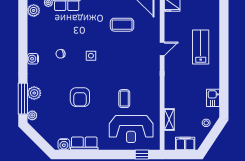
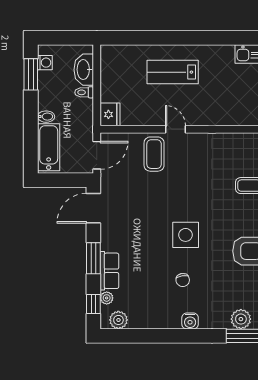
coffee table: (122, 25) -> (154, 154), moved
side table: (91, 56) -> (186, 235), width x1.87, depth x1.87

